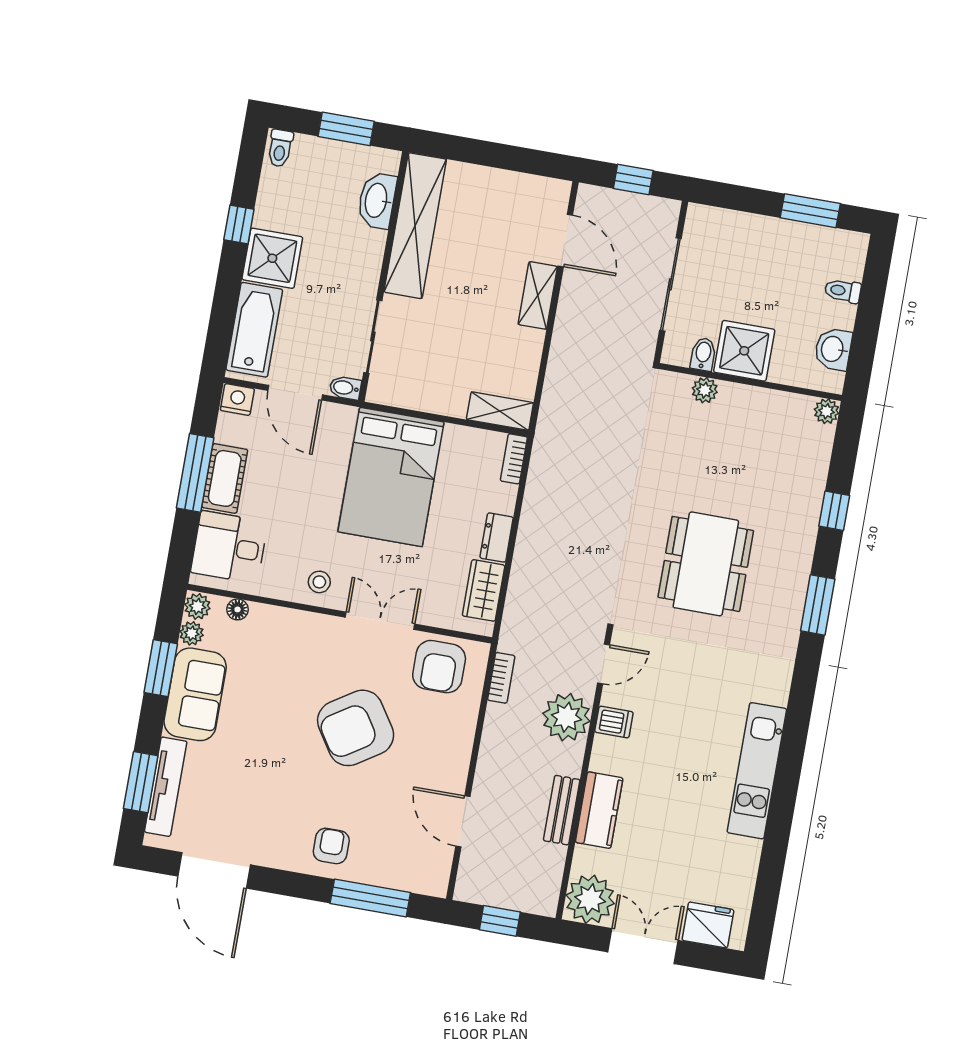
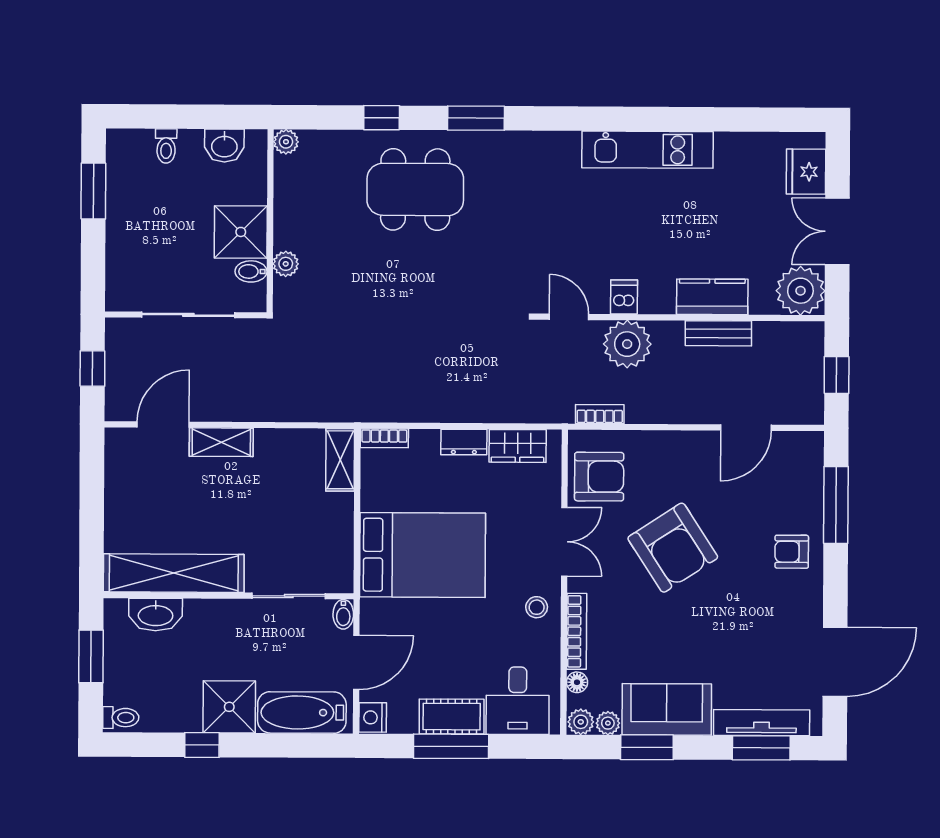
dining table: (706, 564) -> (415, 189), moved
bookcase: (288, 618) -> (577, 631), added
double door: (380, 621) -> (564, 542), swing flipped

